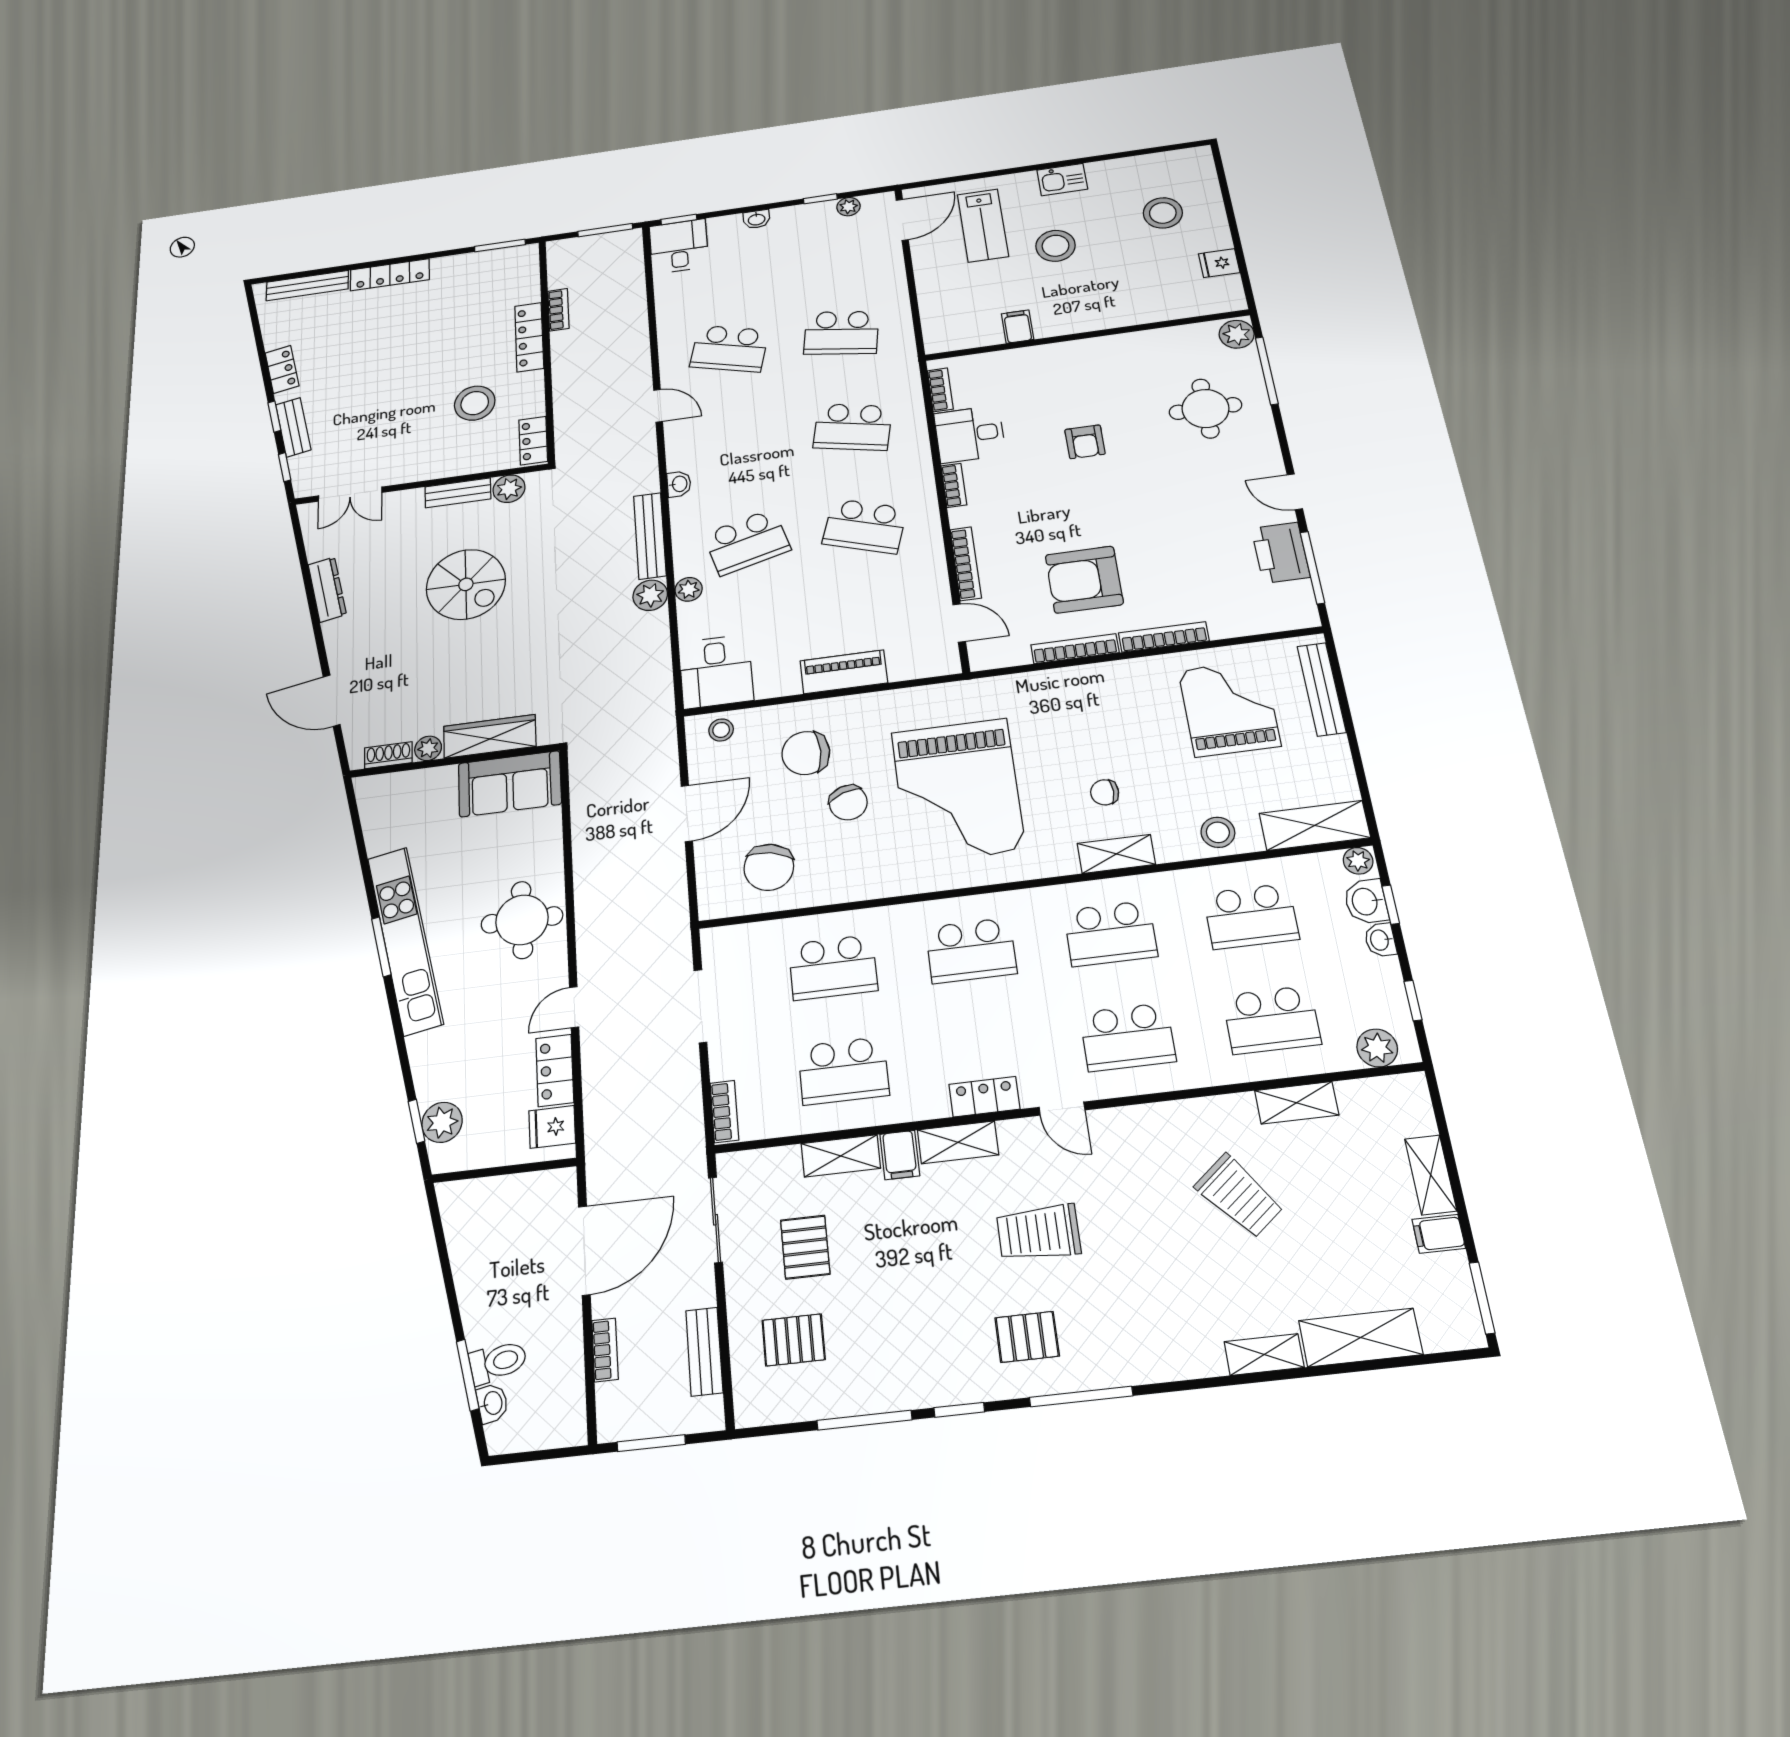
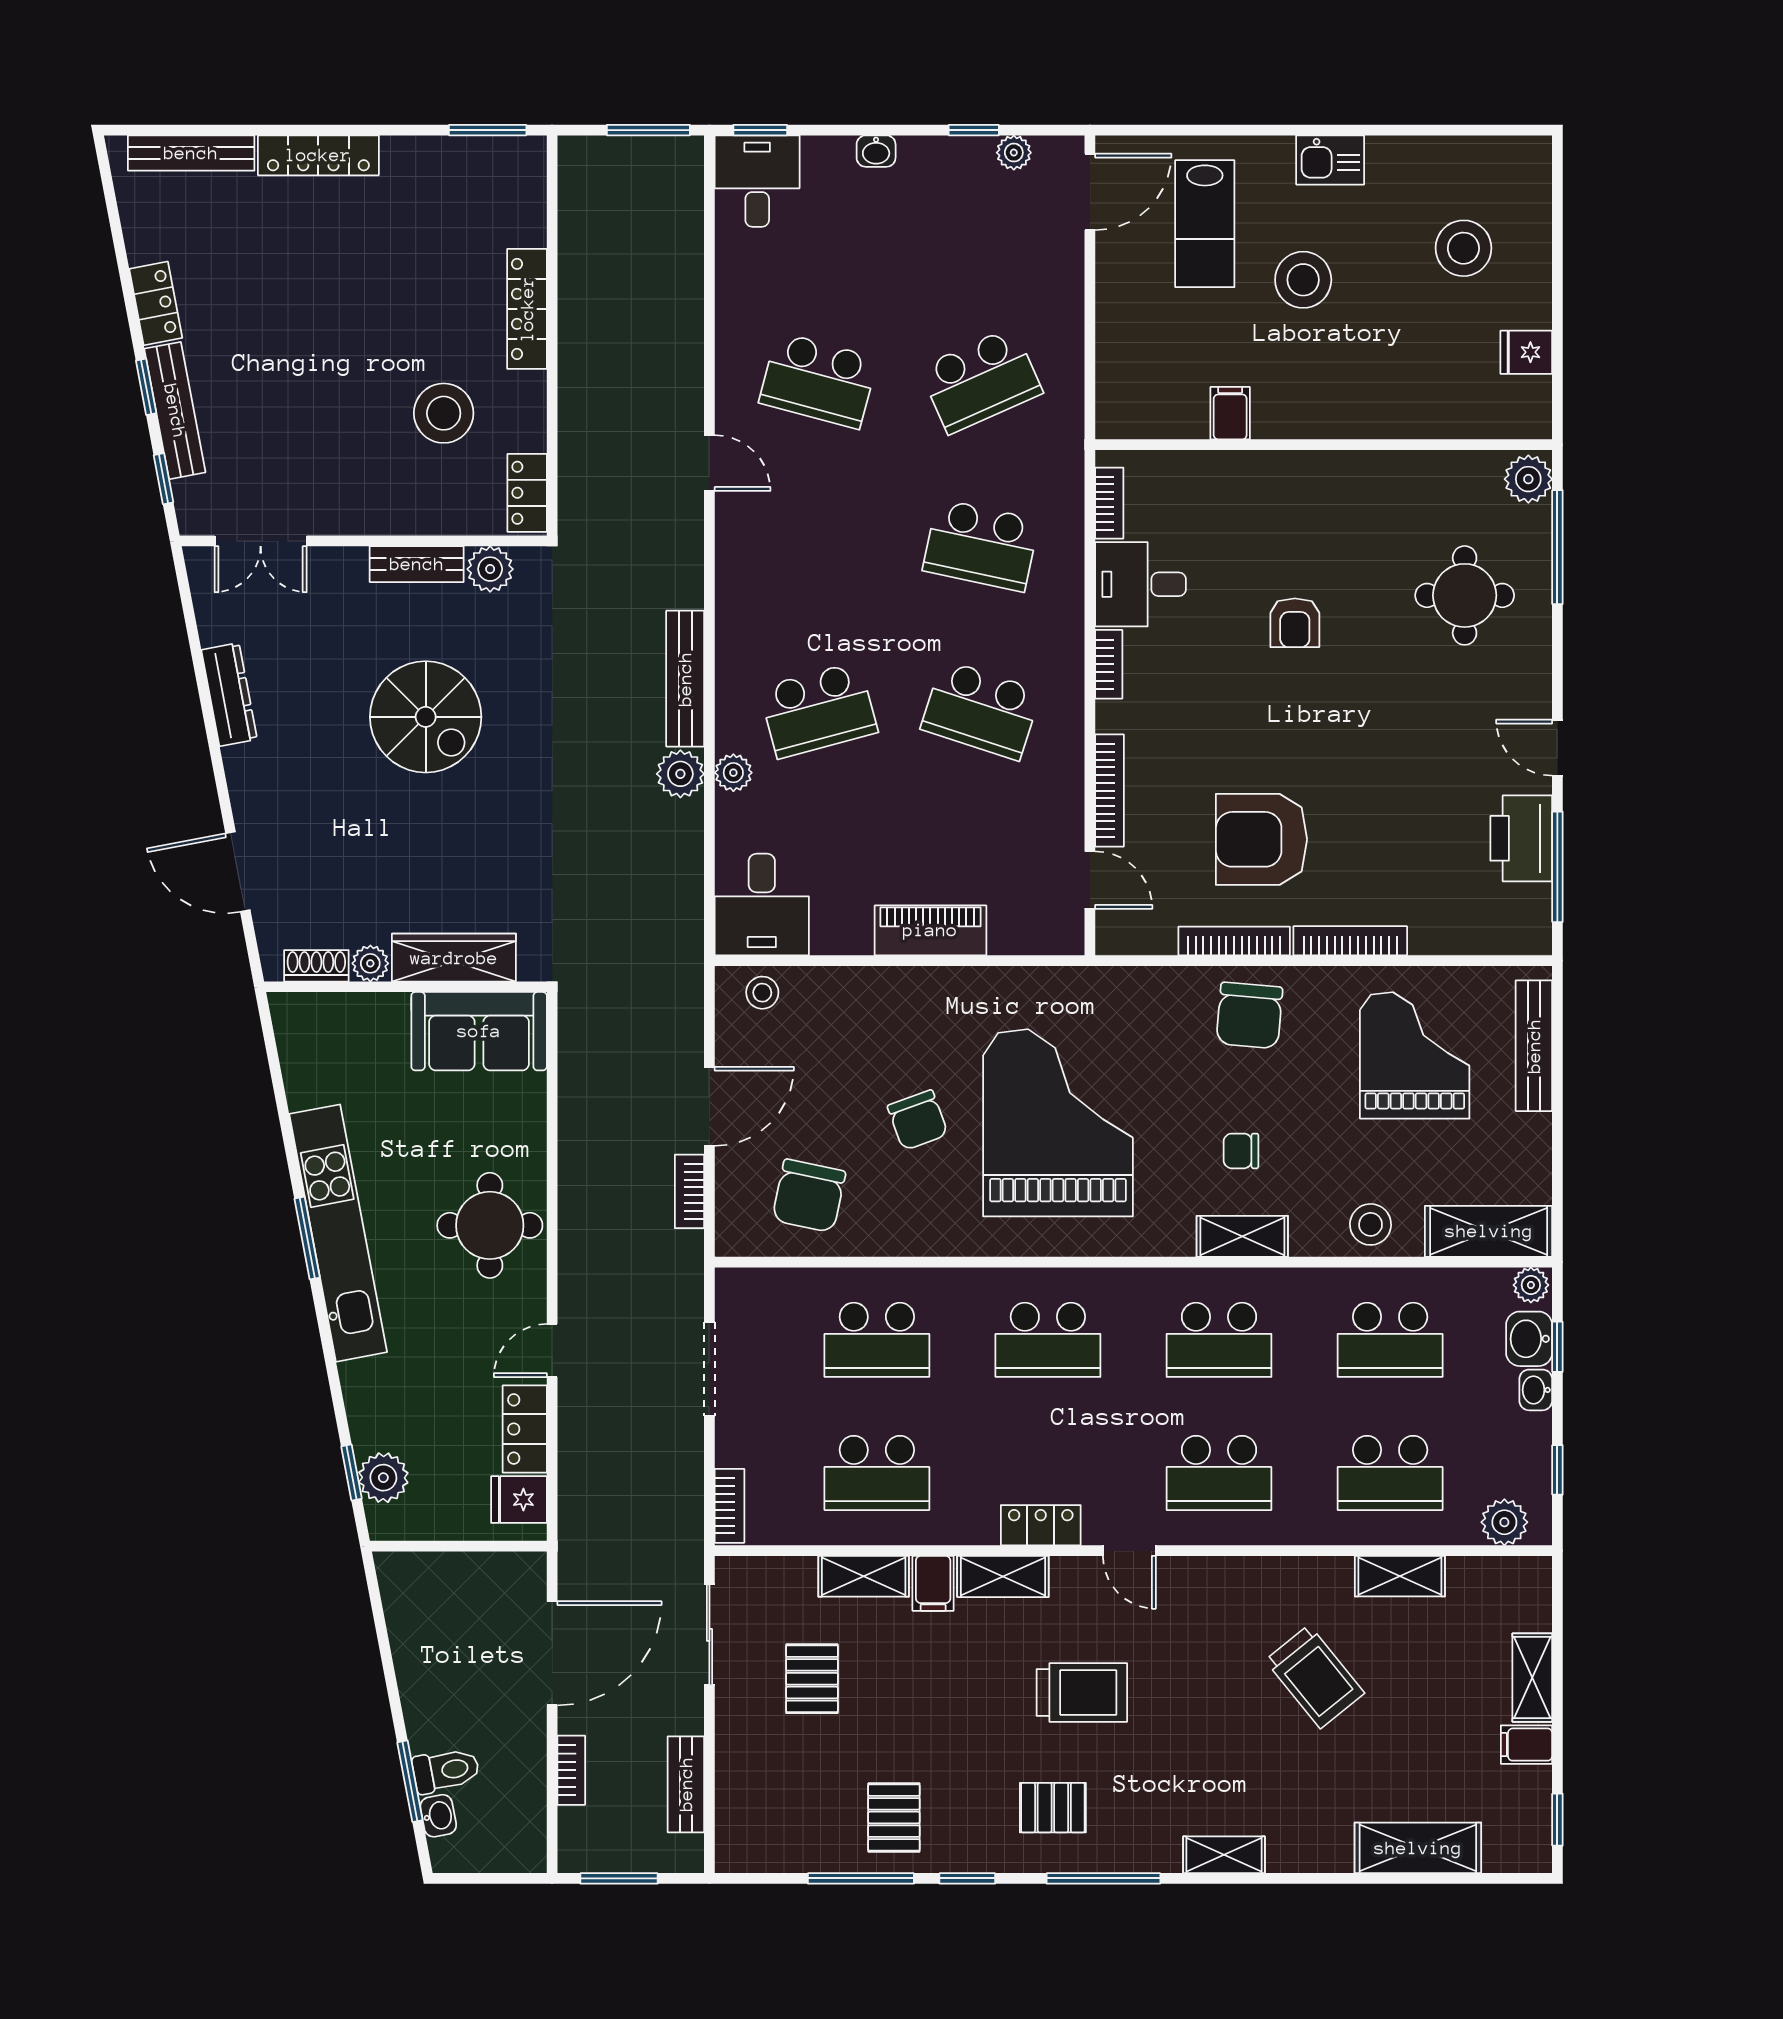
bookcase: (558, 310) -> (690, 1191), moved, turned 180
school desk: (841, 333) -> (981, 380), turned -33
bench: (293, 427) -> (175, 411), width x1.36
washbasin: (679, 484) -> (731, 600), removed
chair: (806, 753) -> (1249, 1015), moved, turned -85
grand piano: (958, 791) -> (1058, 1123), turned 180
trolley: (1039, 1233) -> (1082, 1693), turned 180
window: (1482, 1298) -> (1557, 1820), width x0.67
pallet: (794, 1340) -> (894, 1818), moved, turned 90
shelving: (1264, 1355) -> (1224, 1855), moved

